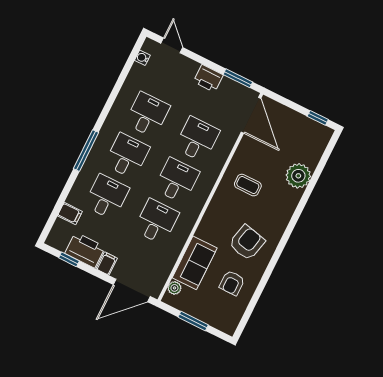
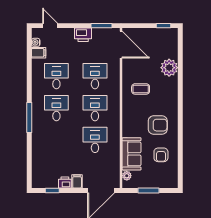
desk: (107, 197) -> (56, 140), removed
filing cabinet: (70, 214) -> (39, 53), moved
armchair: (247, 243) -> (158, 125), turned 77
printer: (85, 250) -> (65, 183), width x0.53, depth x0.68

